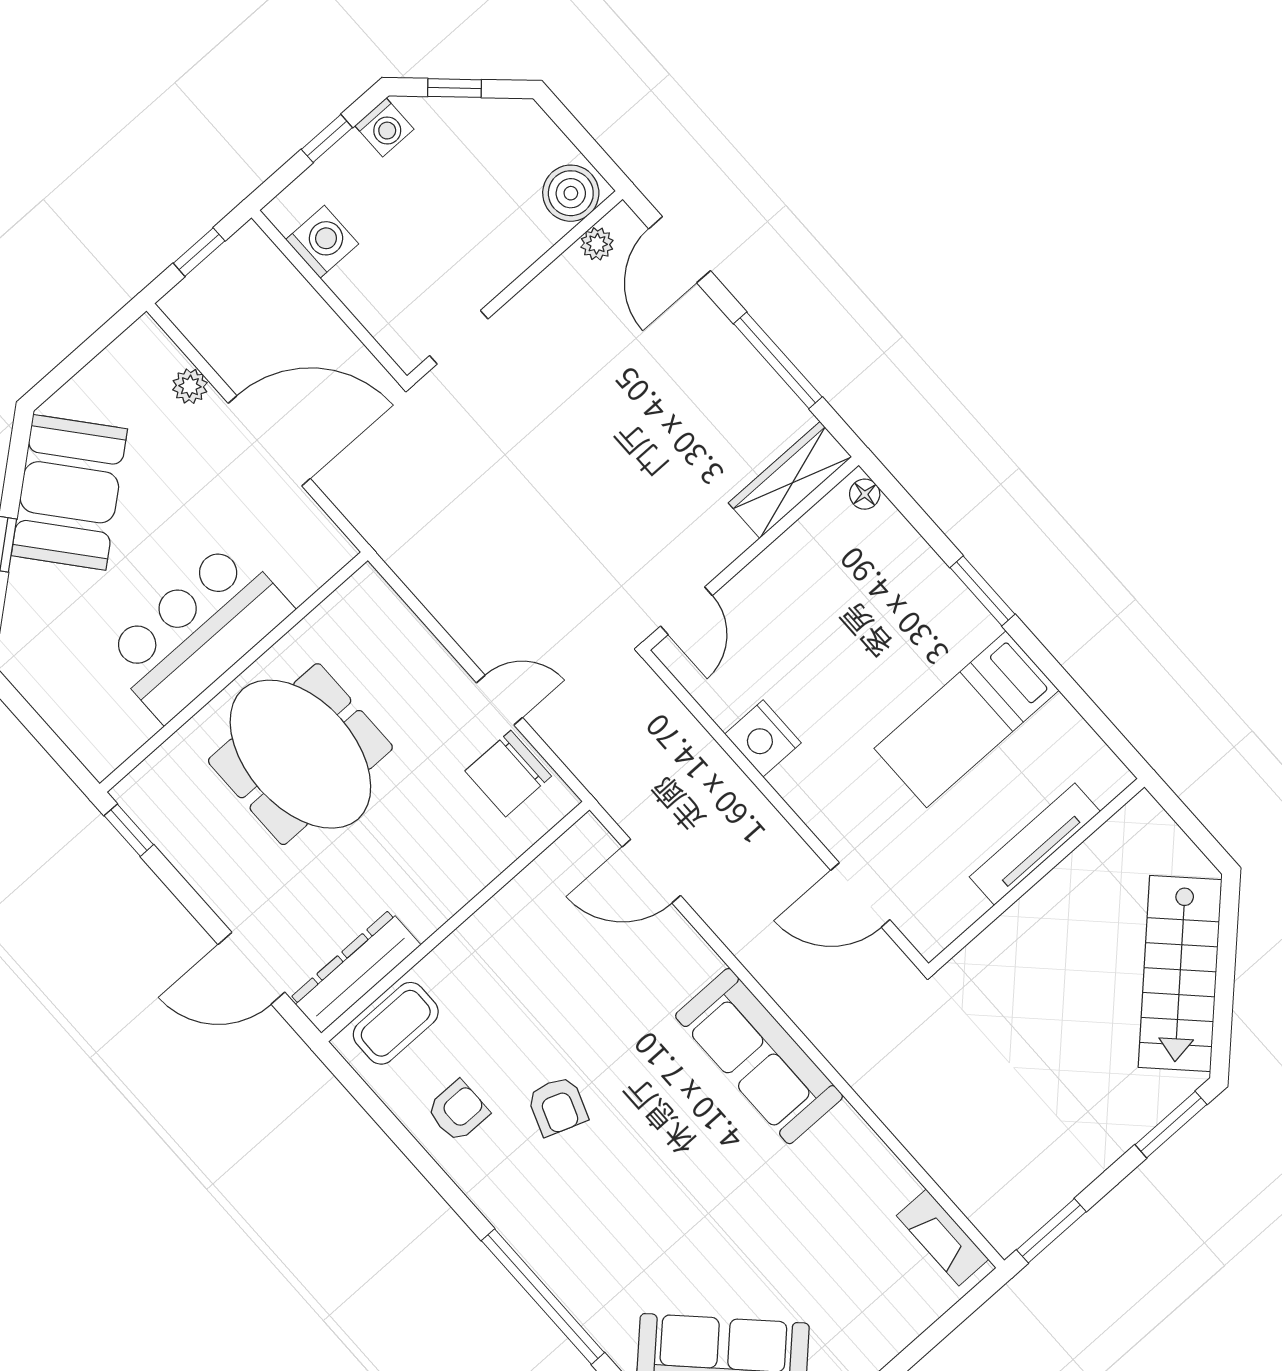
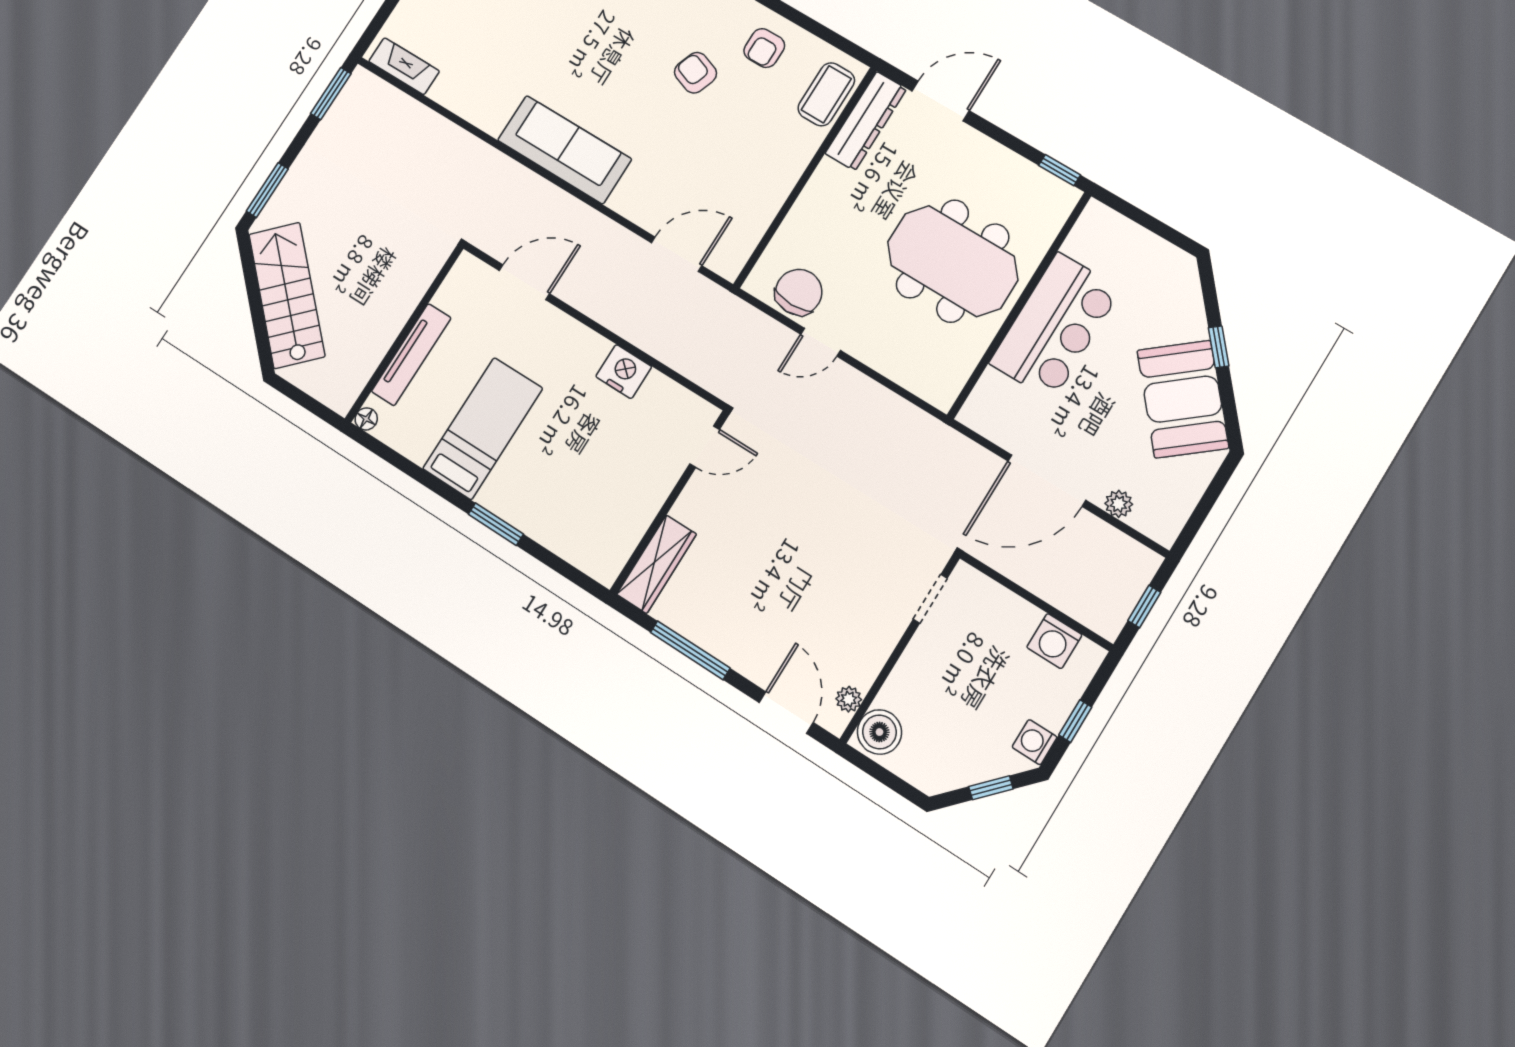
floor lamp: (865, 494) -> (366, 419), moved
door: (686, 611) -> (705, 447), swing flipped

